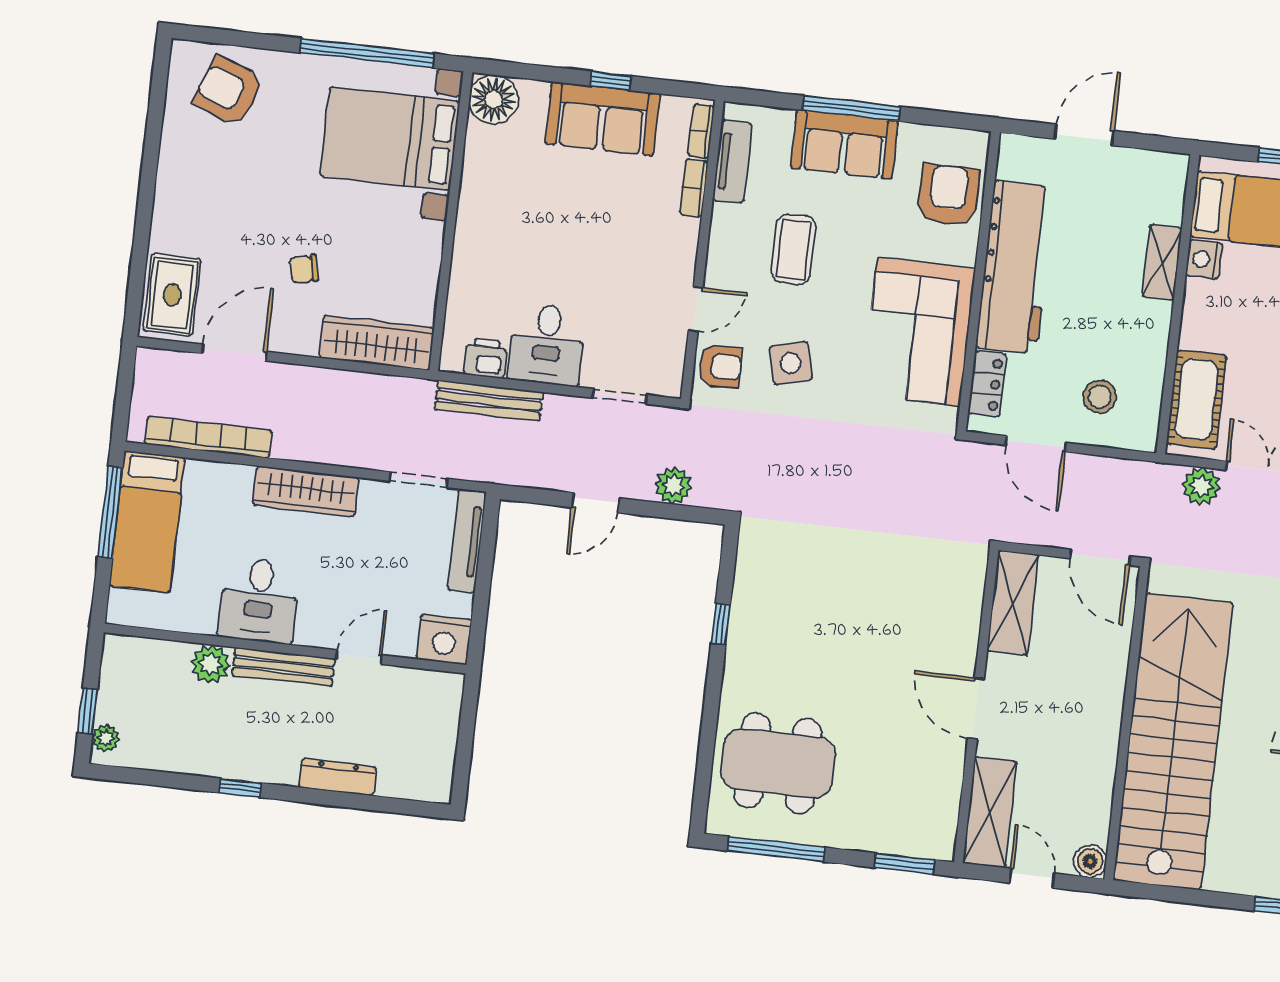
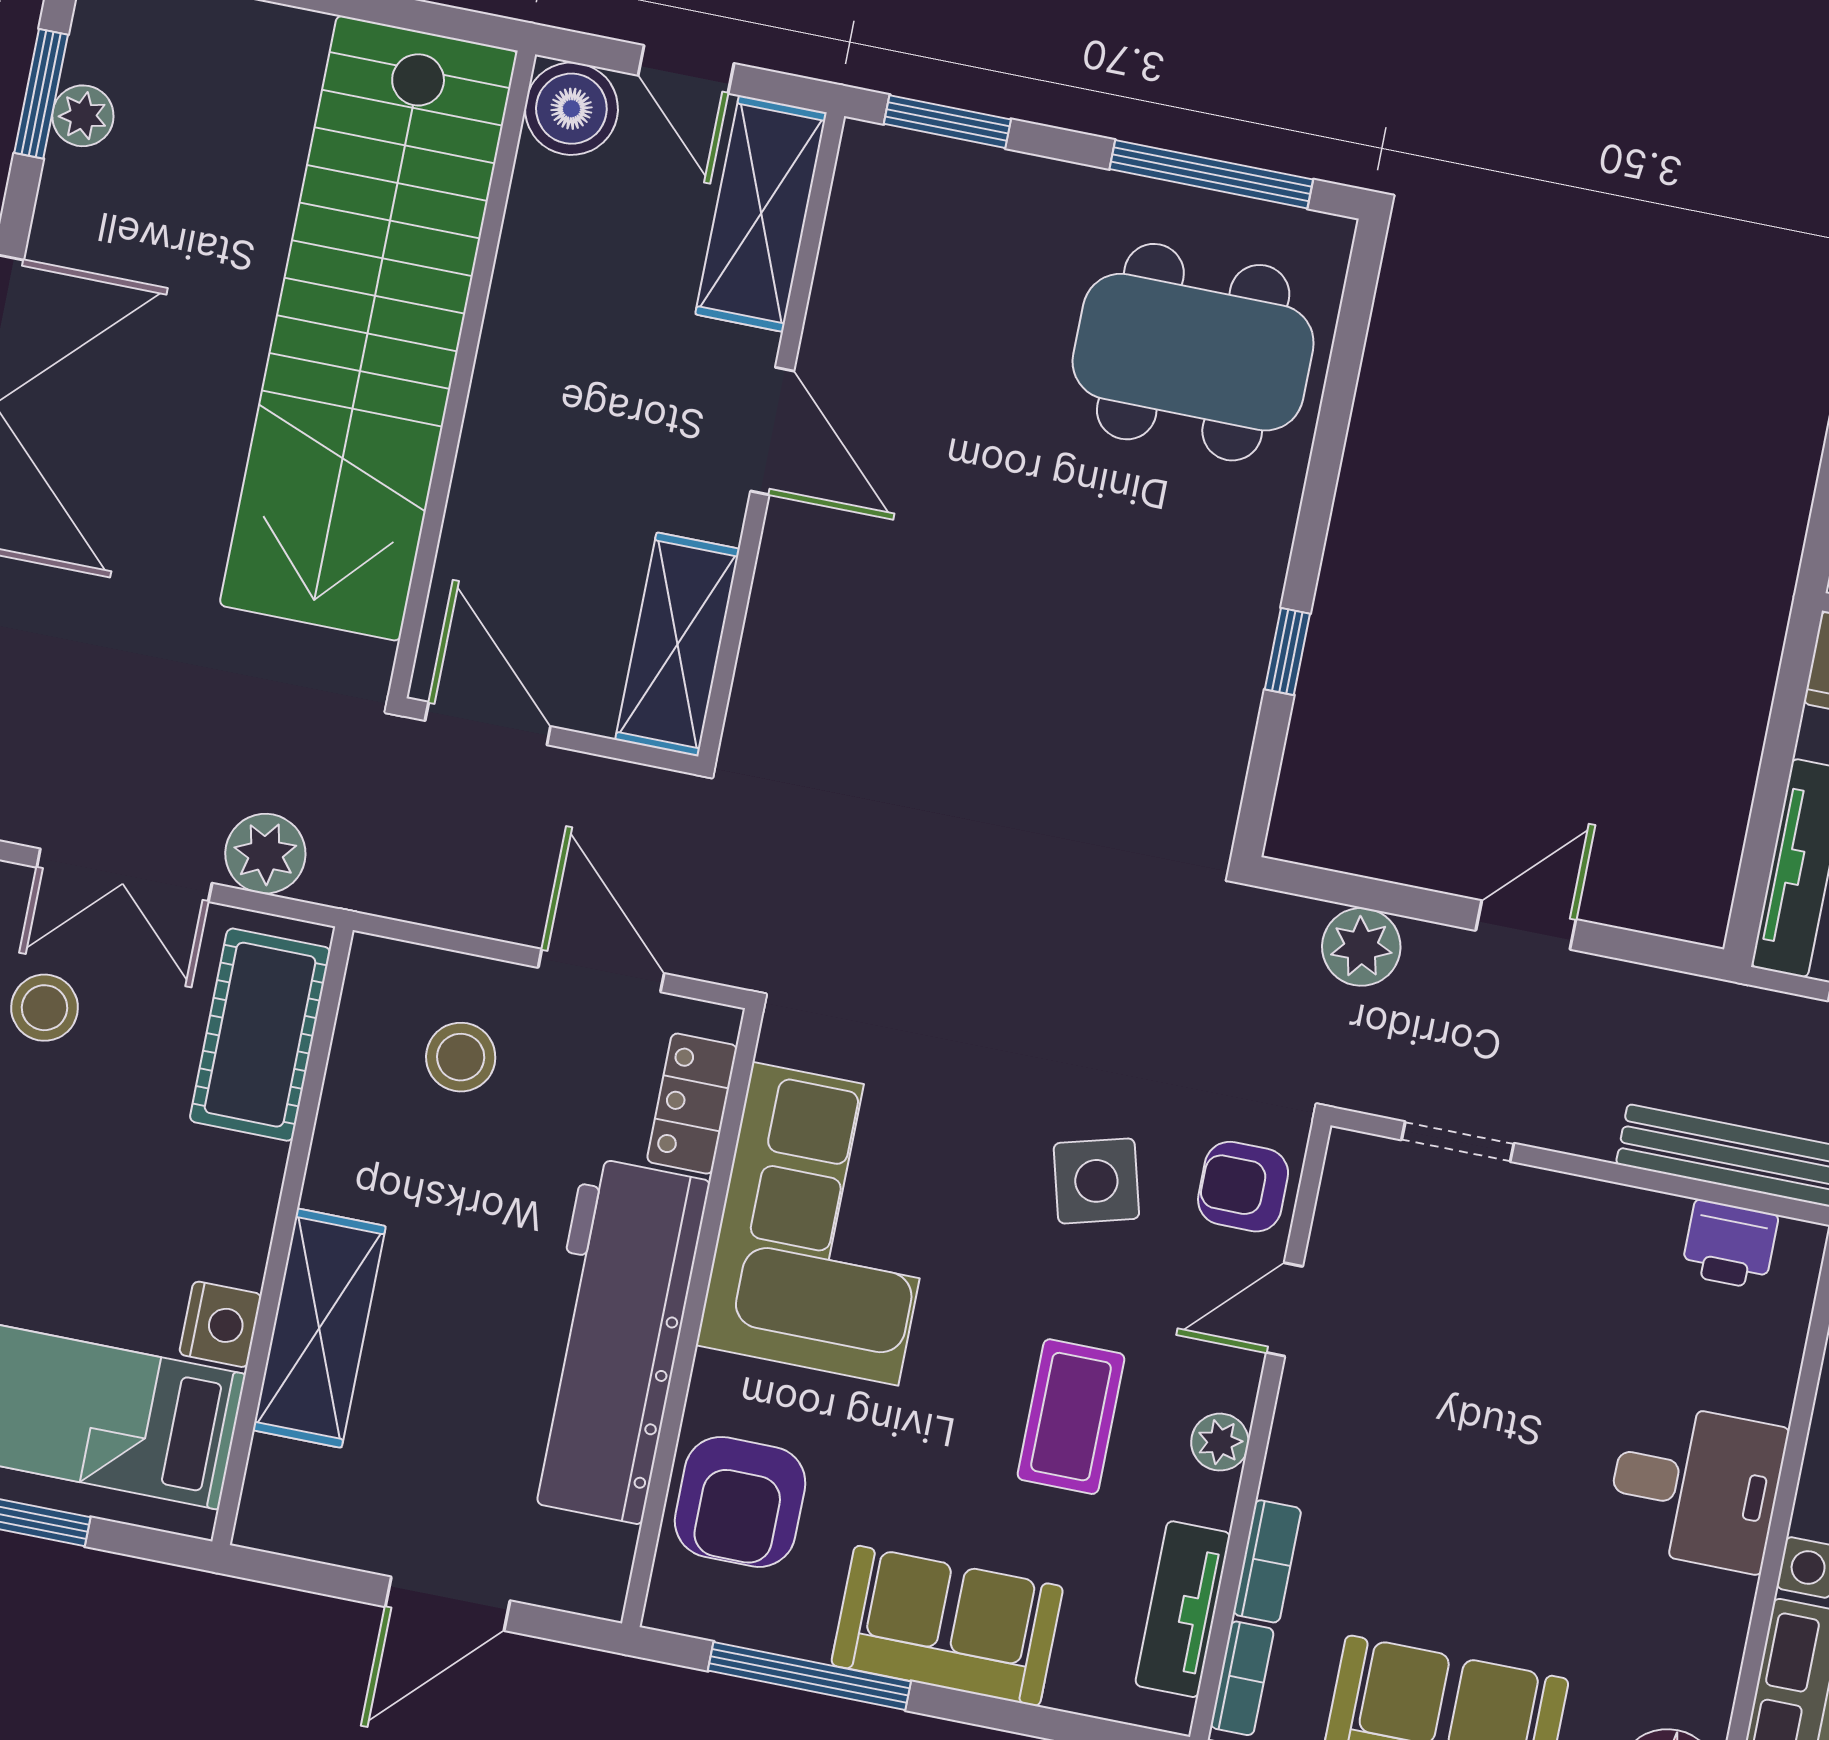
window: (851, 108) -> (809, 1676), moved
plant: (721, 243) -> (1220, 1442), added
shelving: (1162, 262) -> (319, 1328), width x1.50, depth x1.33
desk: (547, 345) -> (1696, 1486), moved, turned 90
boiler: (1090, 861) -> (571, 109), width x1.36, depth x1.36

